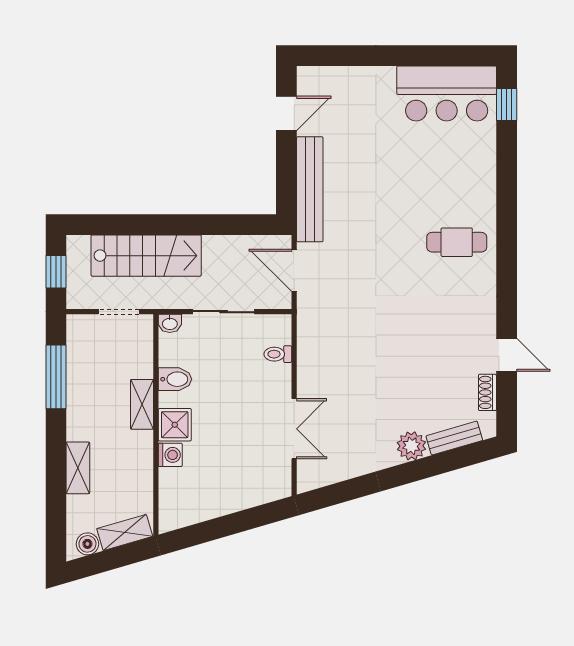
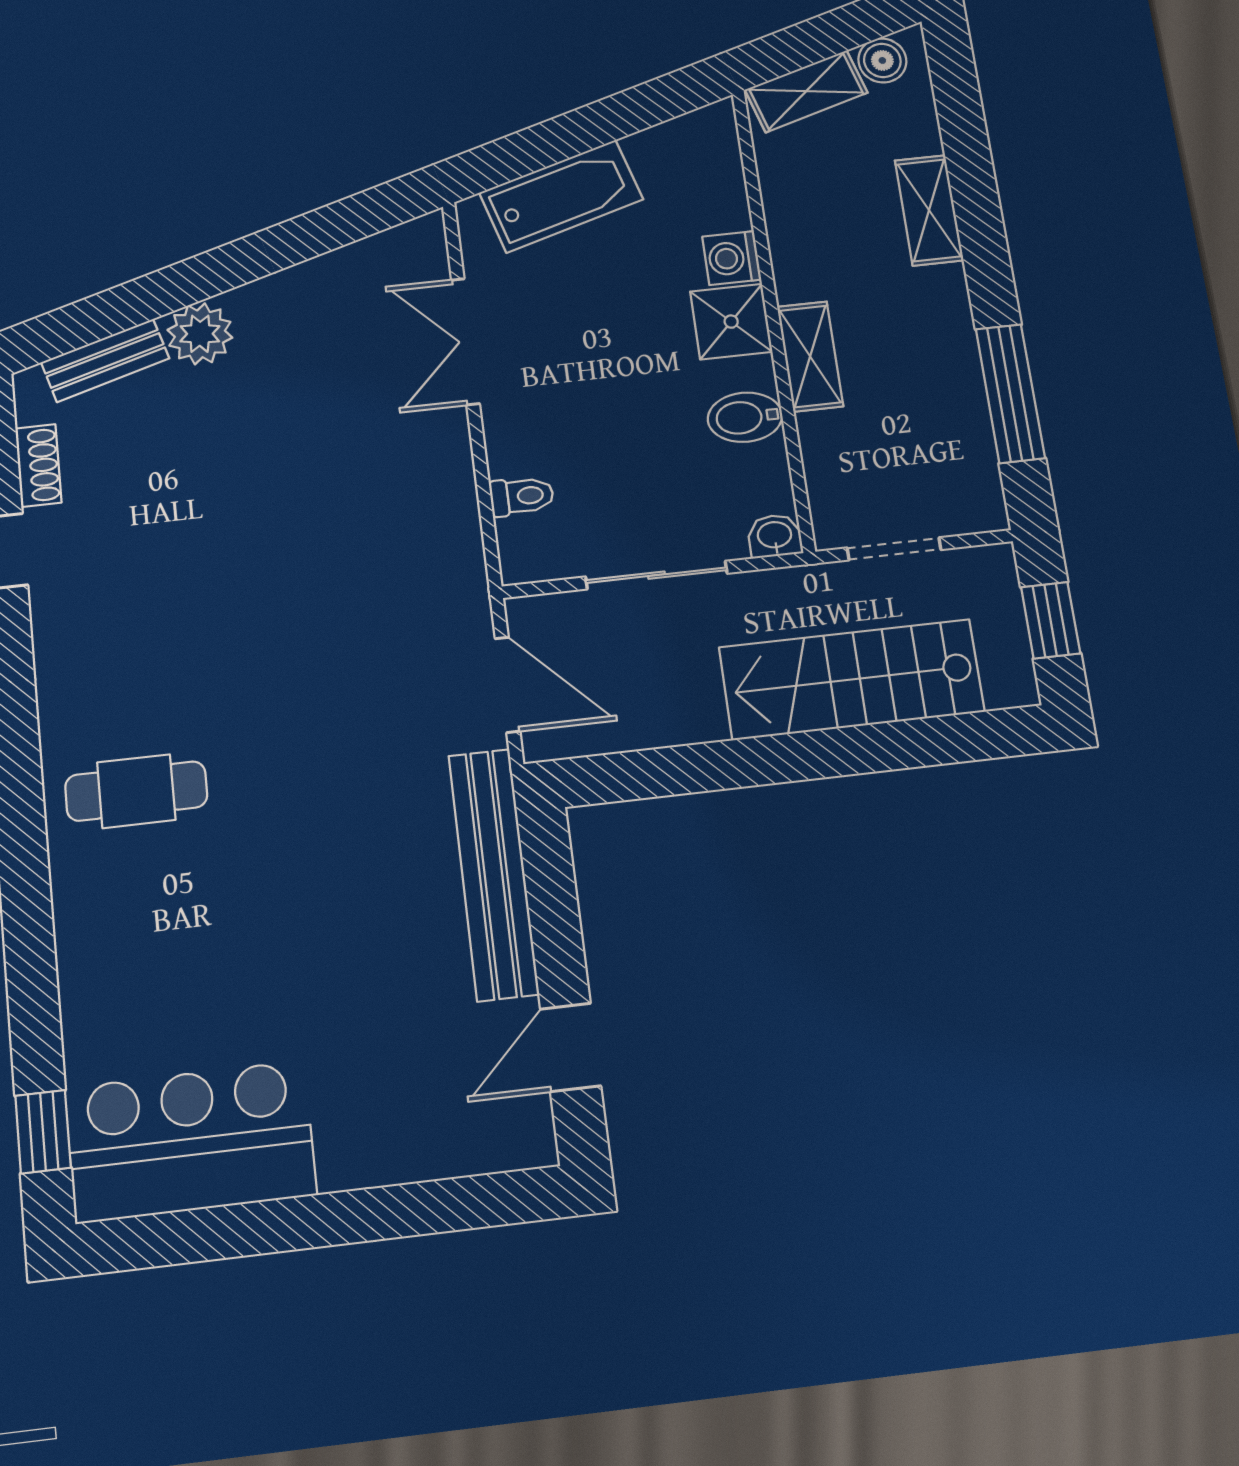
bathtub: (243, 494) -> (561, 196), added

